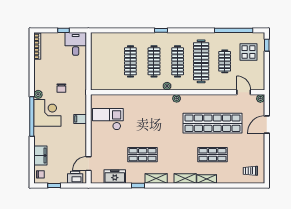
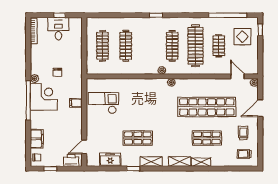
desk: (76, 44) -> (58, 29), moved
clothes rail: (154, 61) -> (102, 46), moved
trolley: (249, 150) -> (243, 133), added

